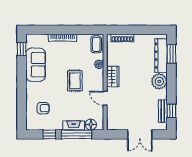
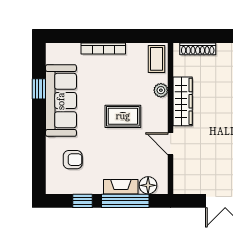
window: (22, 49) -> (39, 89), moved
sofa: (36, 65) -> (61, 101), width x1.36
wardrobe: (113, 76) -> (183, 101), width x1.50
rug: (75, 81) -> (123, 116), turned 90

